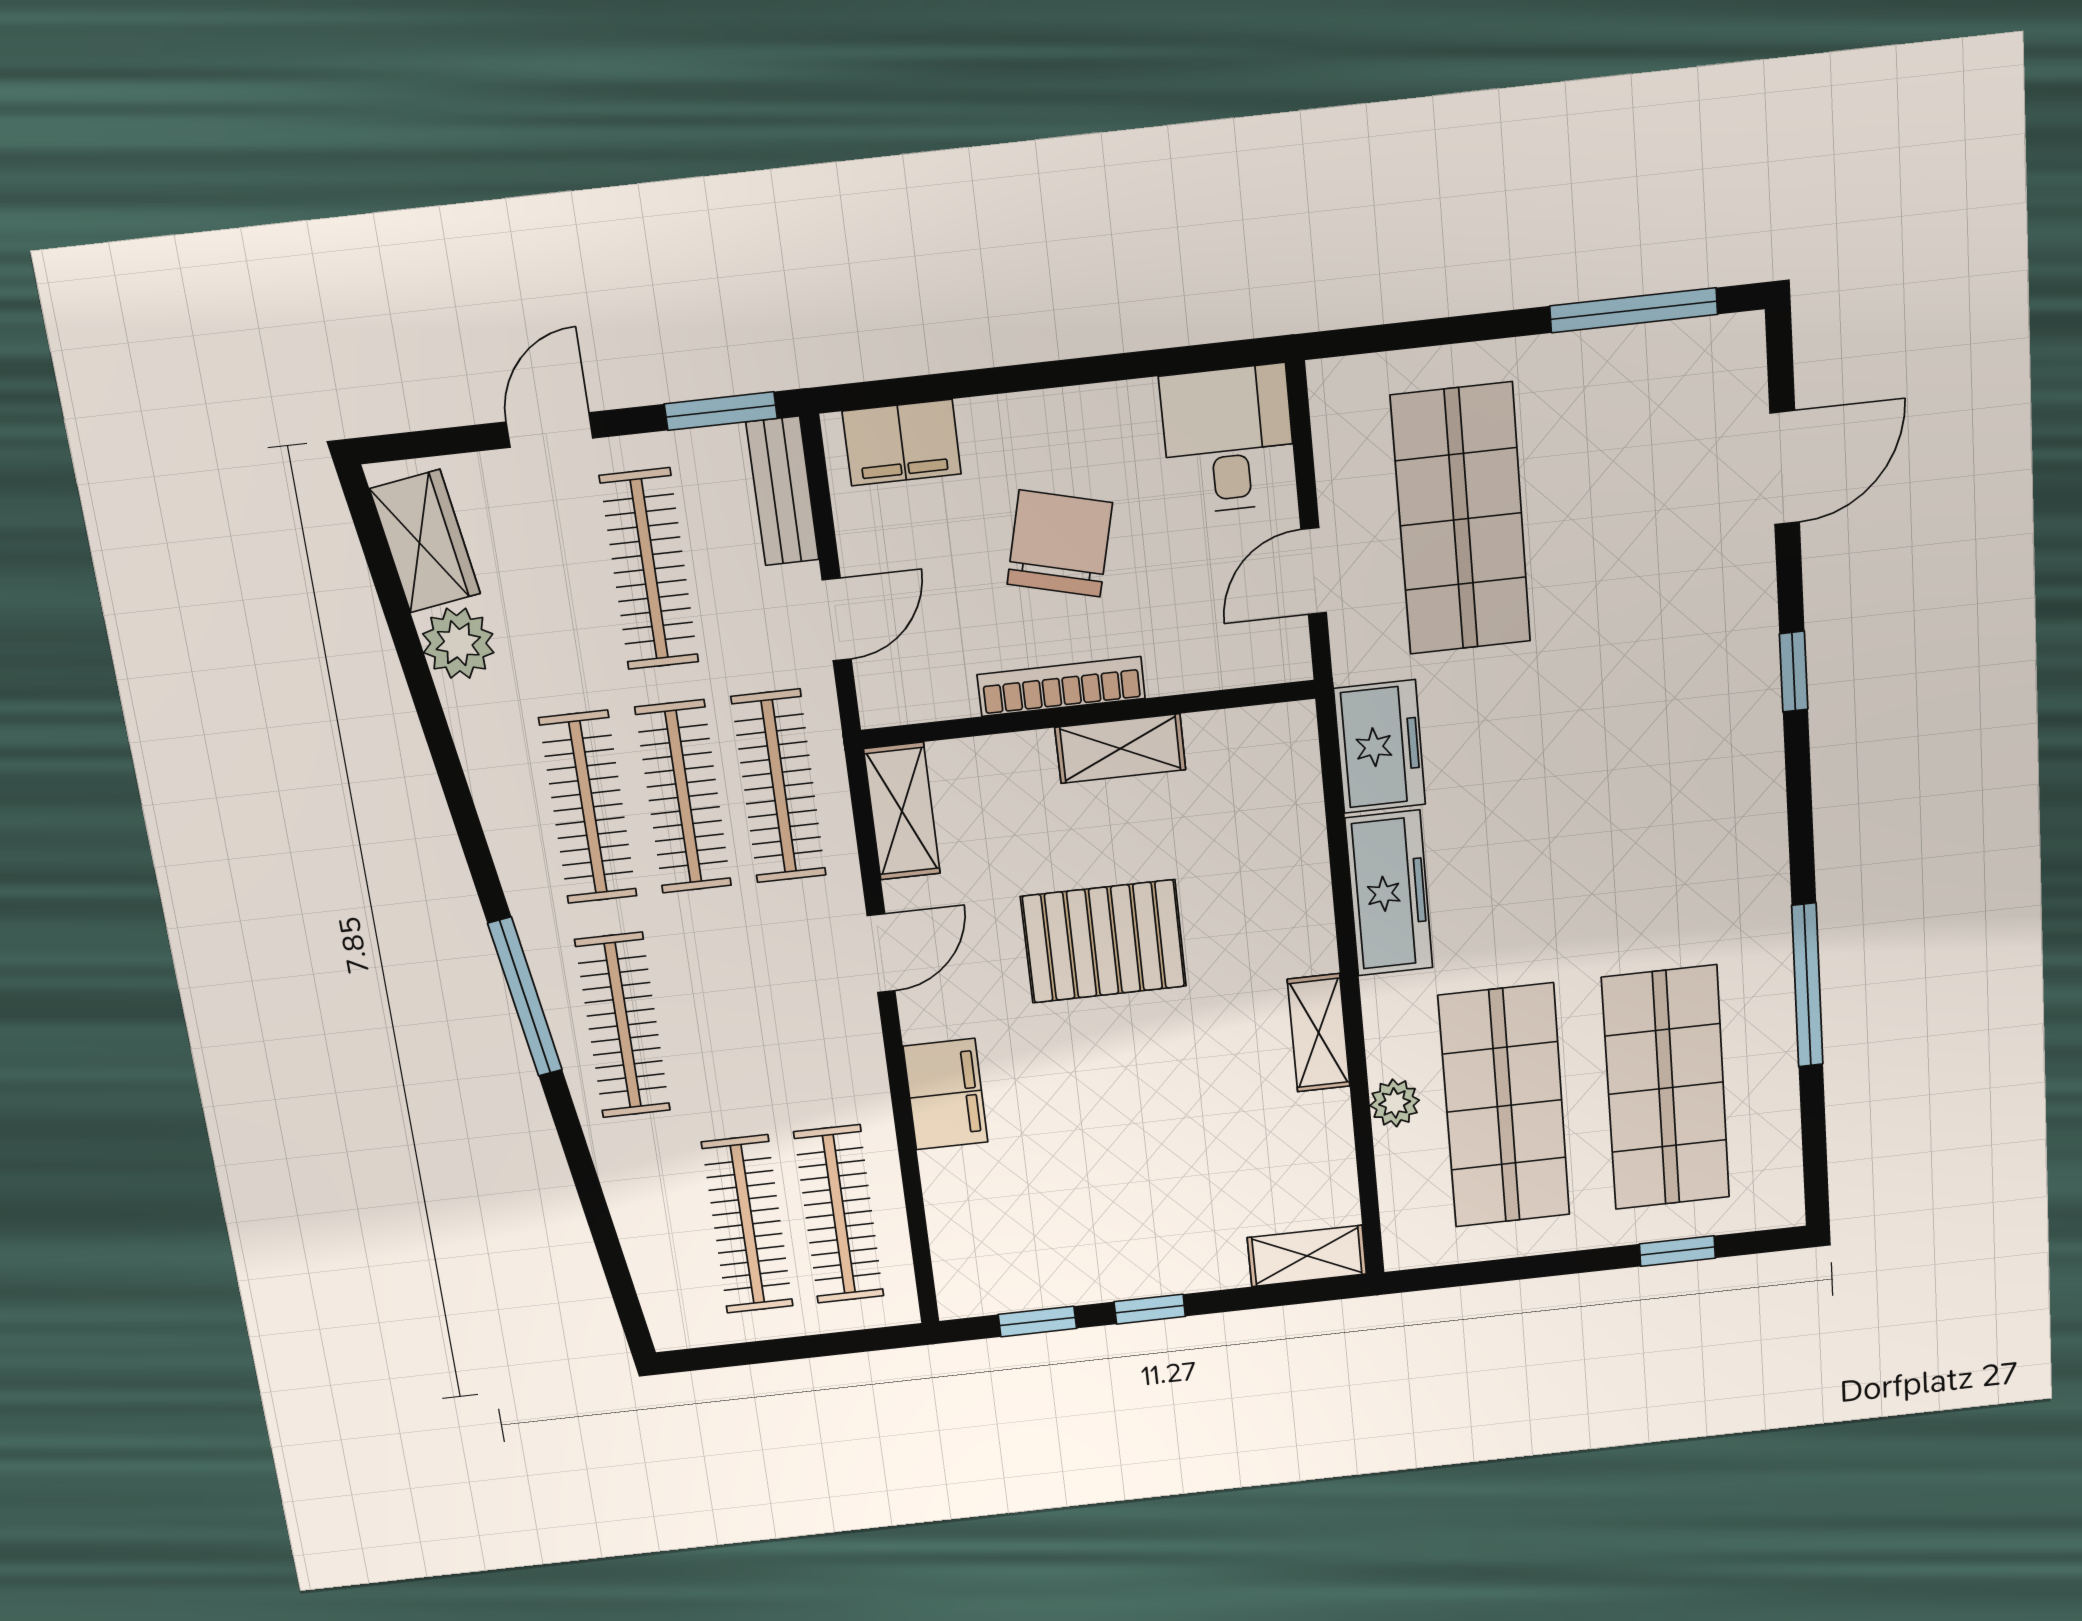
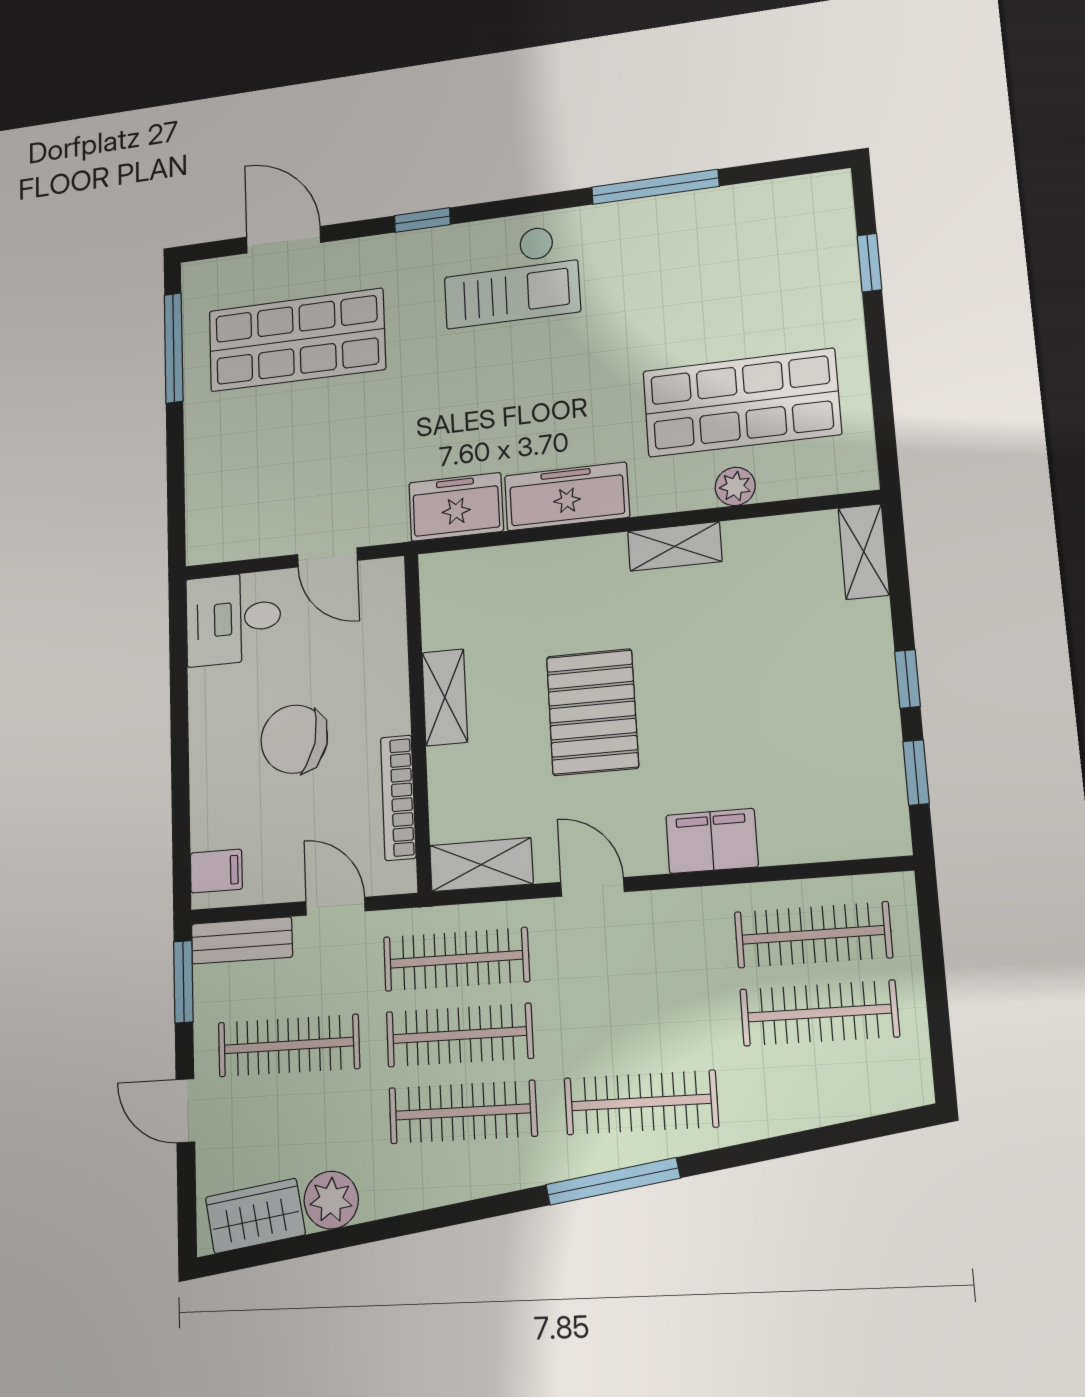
filing cabinet: (902, 443) -> (216, 871), width x0.50
shop shelf: (1461, 519) -> (297, 340), moved
bookcase: (1061, 687) -> (398, 798), moved
checkout: (1701, 801) -> (511, 276), added
shop shelf: (1666, 1088) -> (732, 282), removed

